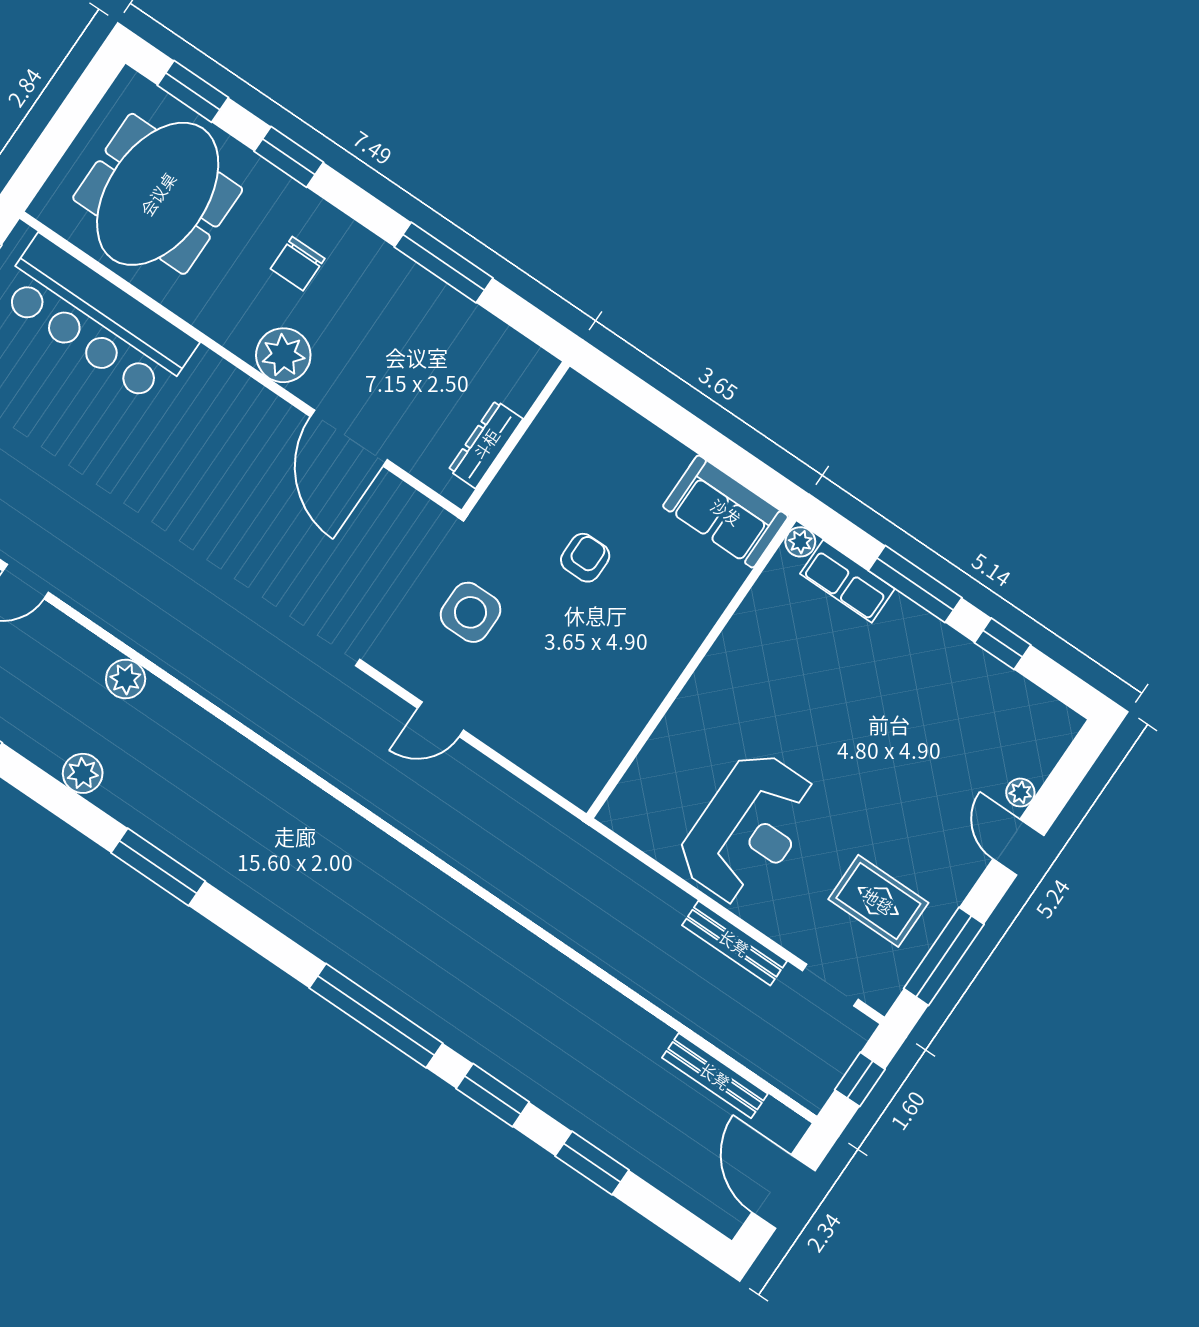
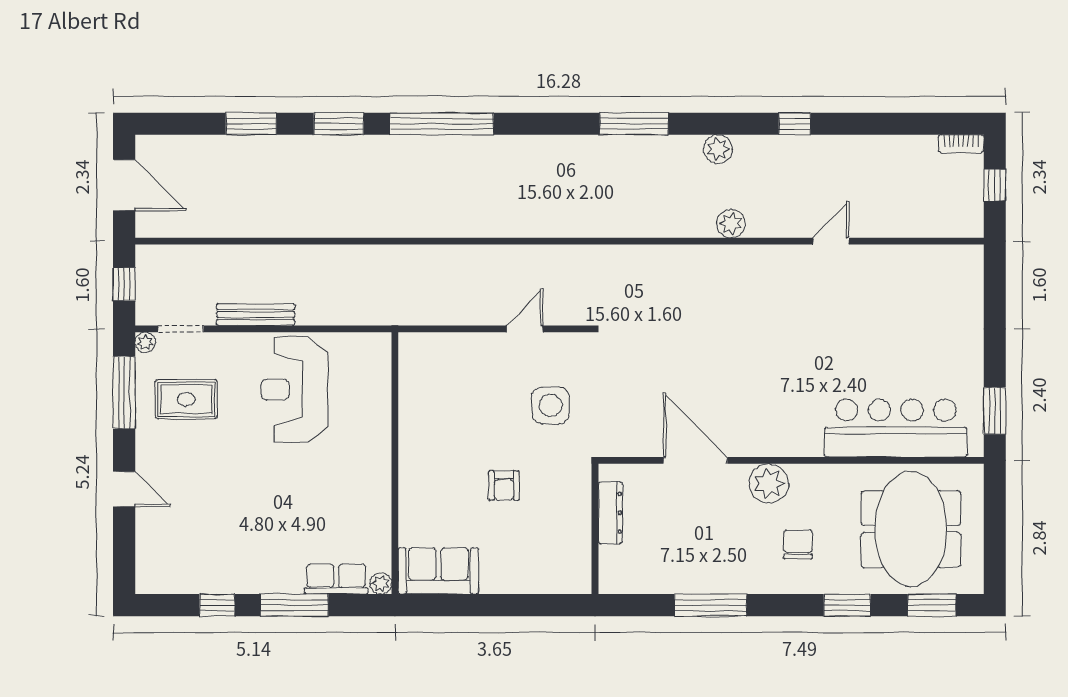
plant: (1020, 793) -> (145, 342), moved
bench: (715, 1076) -> (213, 227), removed

